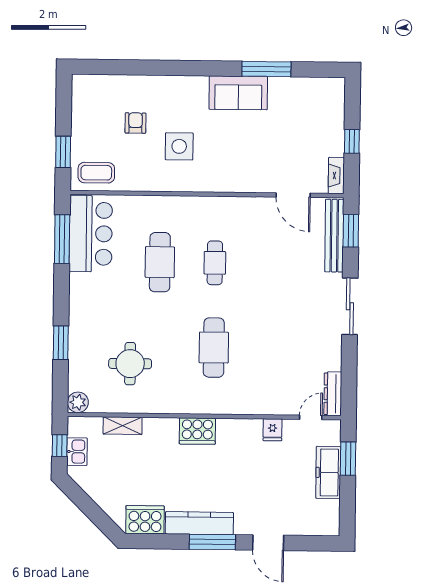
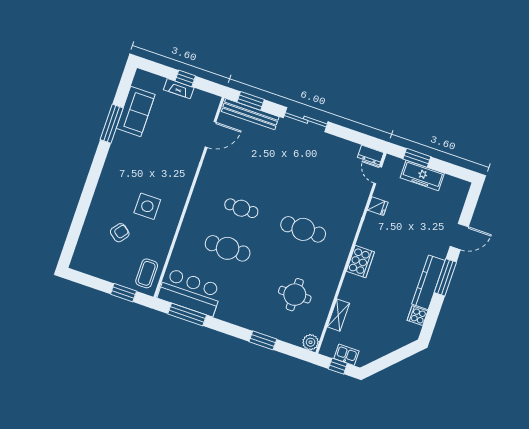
sofa: (238, 93) -> (136, 111), moved
armchair: (135, 123) -> (120, 233), turned 128
fireplace: (336, 176) -> (179, 89), moved
dresser: (333, 394) -> (371, 155), width x0.70
cooker: (145, 520) -> (417, 316), width x0.53, depth x0.76

